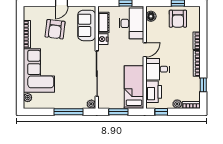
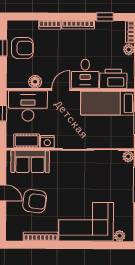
floor lamp: (151, 16) -> (35, 82), moved
door: (145, 50) -> (61, 90), hinge flipped

